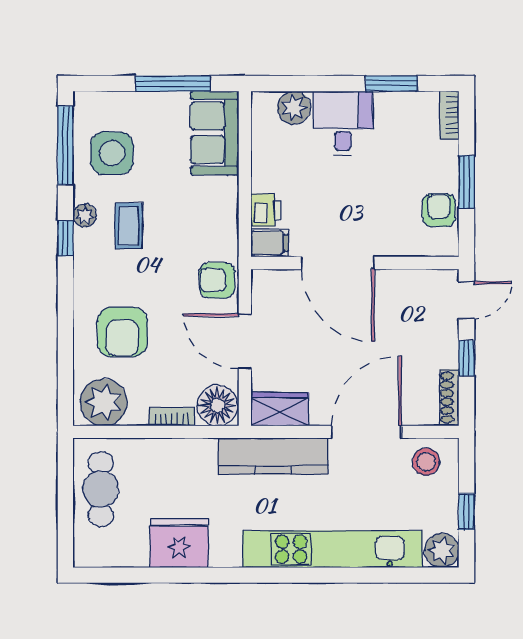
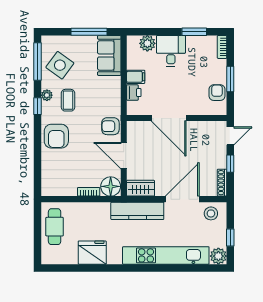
side table: (112, 153) -> (60, 65), turned 36
filing cabinet: (270, 243) -> (136, 77), moved
armchair: (122, 332) -> (56, 136), moved
plant: (104, 402) -> (56, 185), removed

